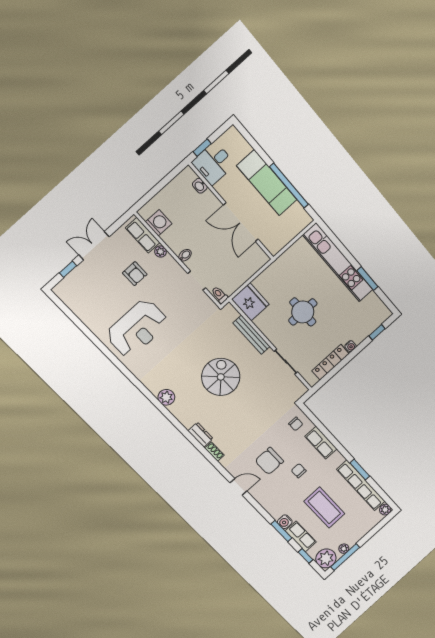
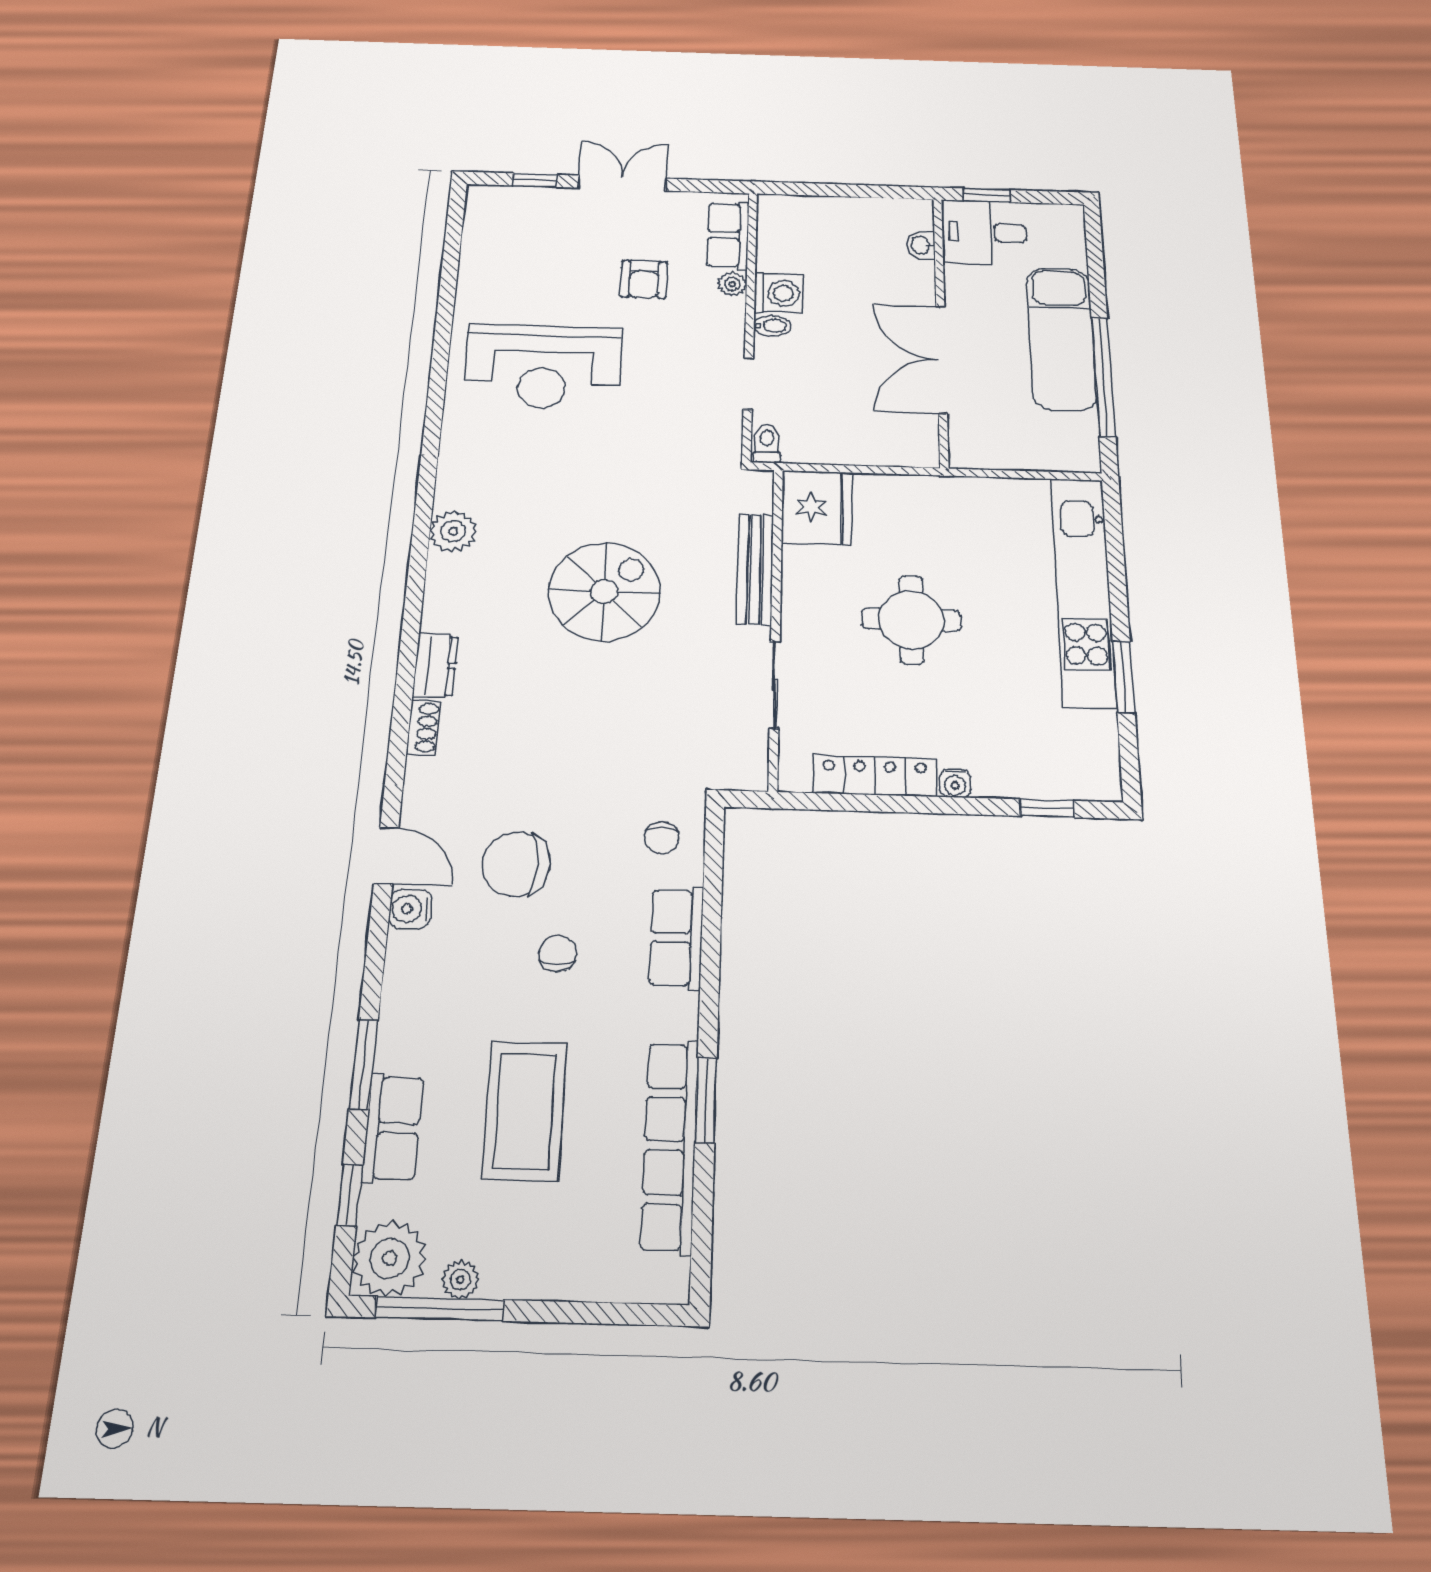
washing machine: (159, 223) -> (779, 293), moved
plant: (385, 510) -> (670, 1281), removed
water cooler: (285, 522) -> (410, 909), moved

